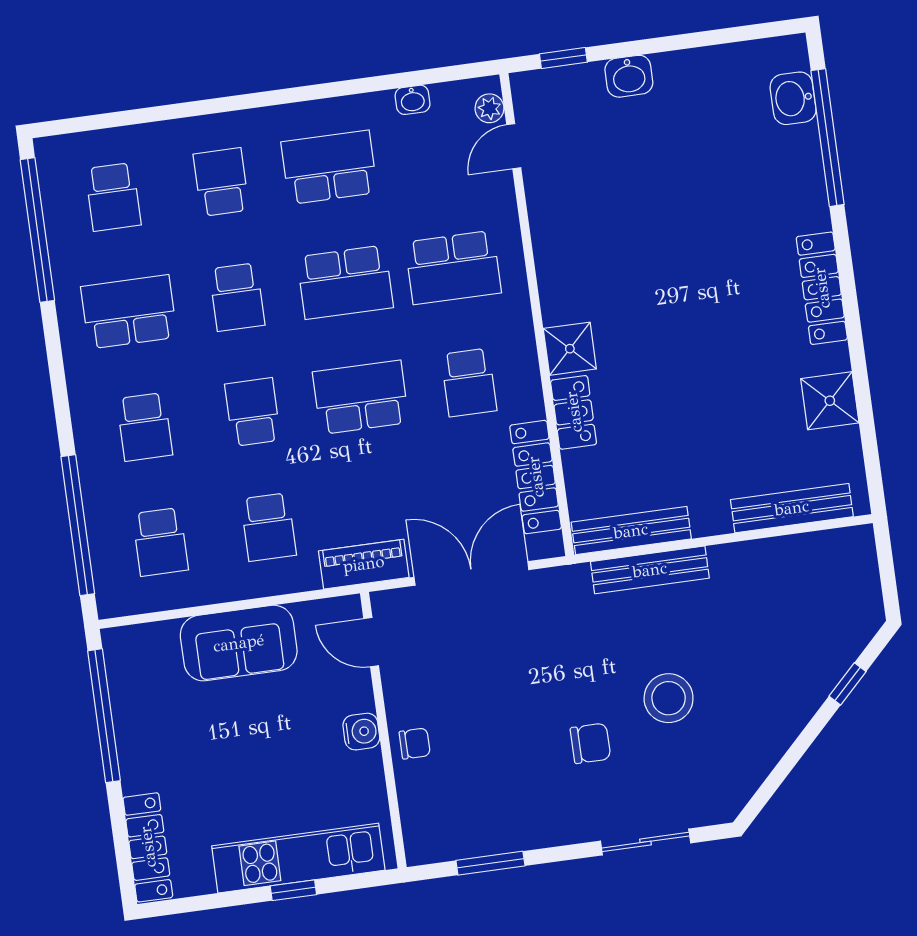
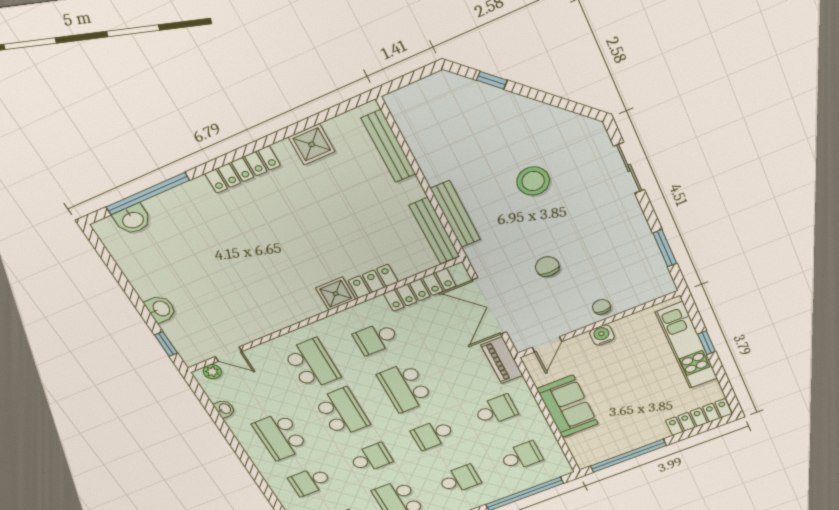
school desk: (469, 382) -> (376, 338), turned 180
chair: (590, 743) -> (547, 267), moved

